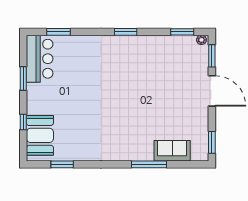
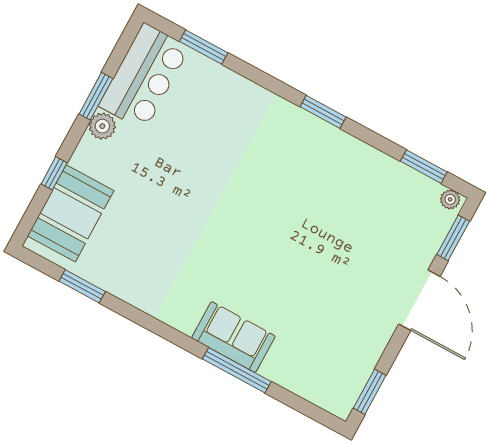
plant: (33, 90) -> (102, 126), added
sofa: (172, 151) -> (233, 337), moved

